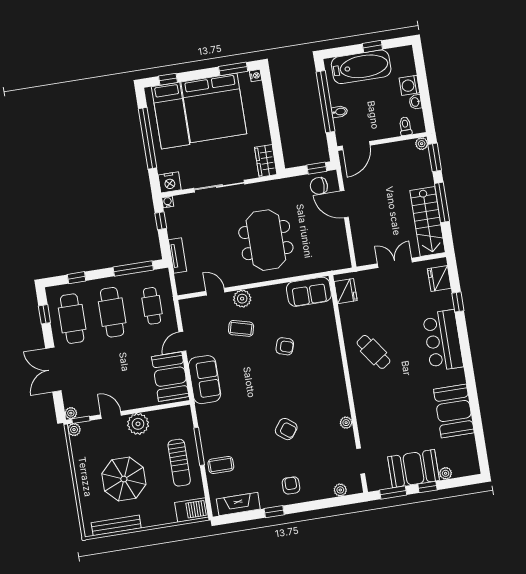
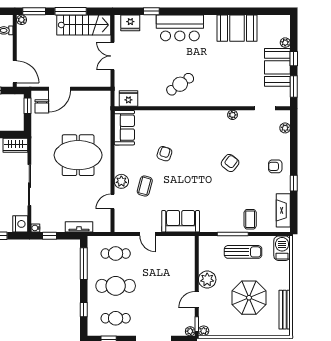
cafe table: (72, 319) -> (116, 318), width x0.73, depth x0.74
booth: (170, 377) -> (174, 248), removed

